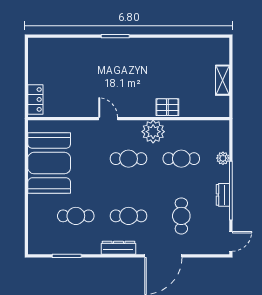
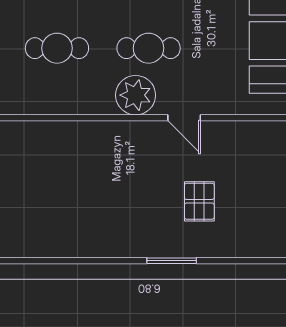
pallet: (167, 107) -> (199, 201), moved, turned 90
plant: (153, 132) -> (136, 95), moved

